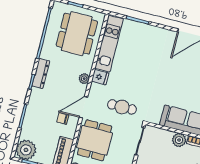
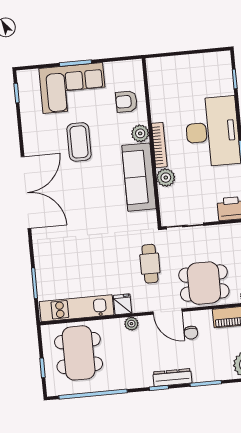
dining table: (77, 34) -> (79, 353), turned 90
dresser: (41, 73) -> (172, 377), moved

